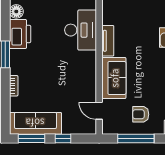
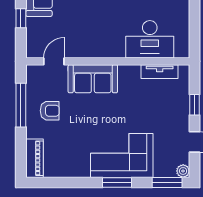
tv unit: (108, 41) -> (160, 72), moved
armchair: (141, 114) -> (50, 111), turned 90

